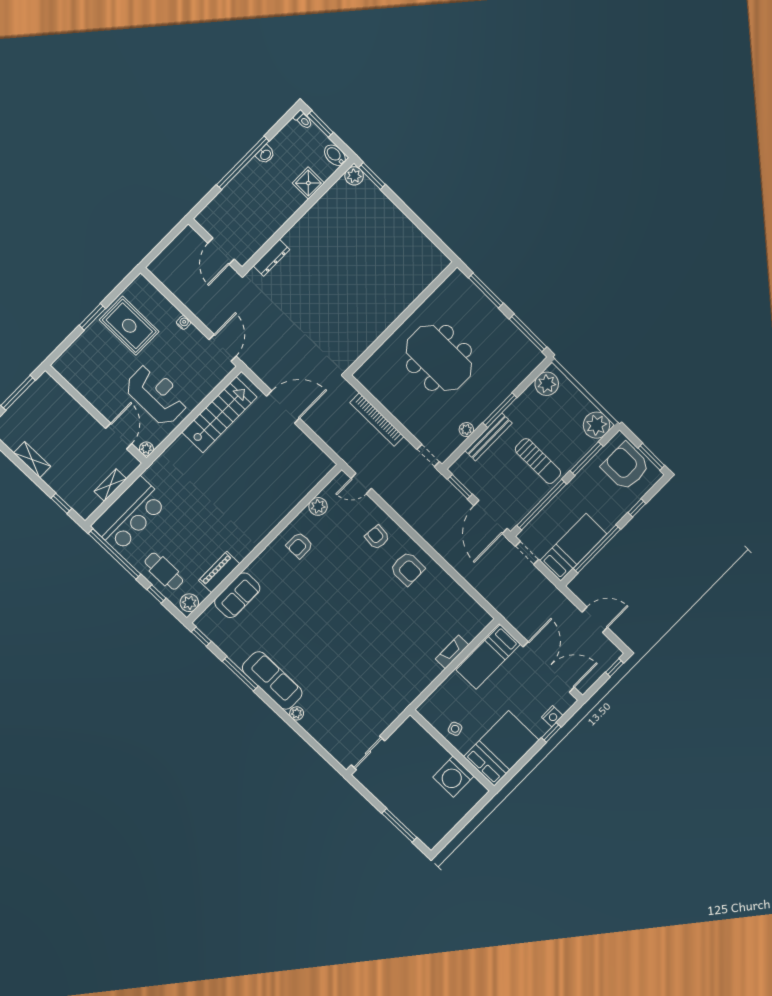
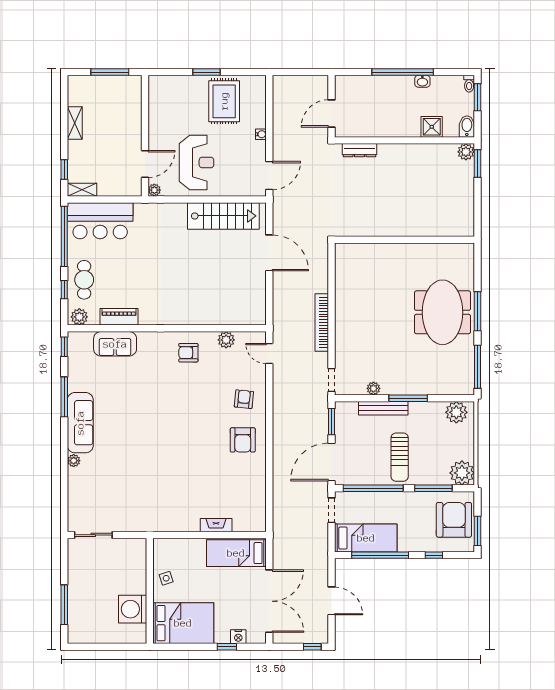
wall: (402, 318) -> (404, 240), moved
meeting table: (439, 358) -> (443, 312), moved
shelving: (110, 485) -> (82, 190), moved

